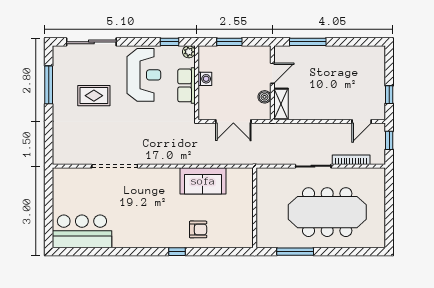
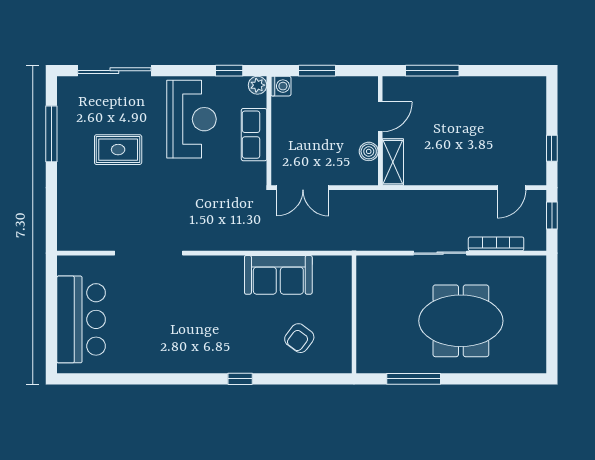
washing machine: (205, 79) -> (281, 86), moved
double door: (233, 121) -> (303, 188), moved
meeting table: (327, 212) -> (461, 321), width x0.73
armchair: (198, 229) -> (299, 338), moved, turned 127
bar counter: (82, 231) -> (81, 319), moved, turned 90

